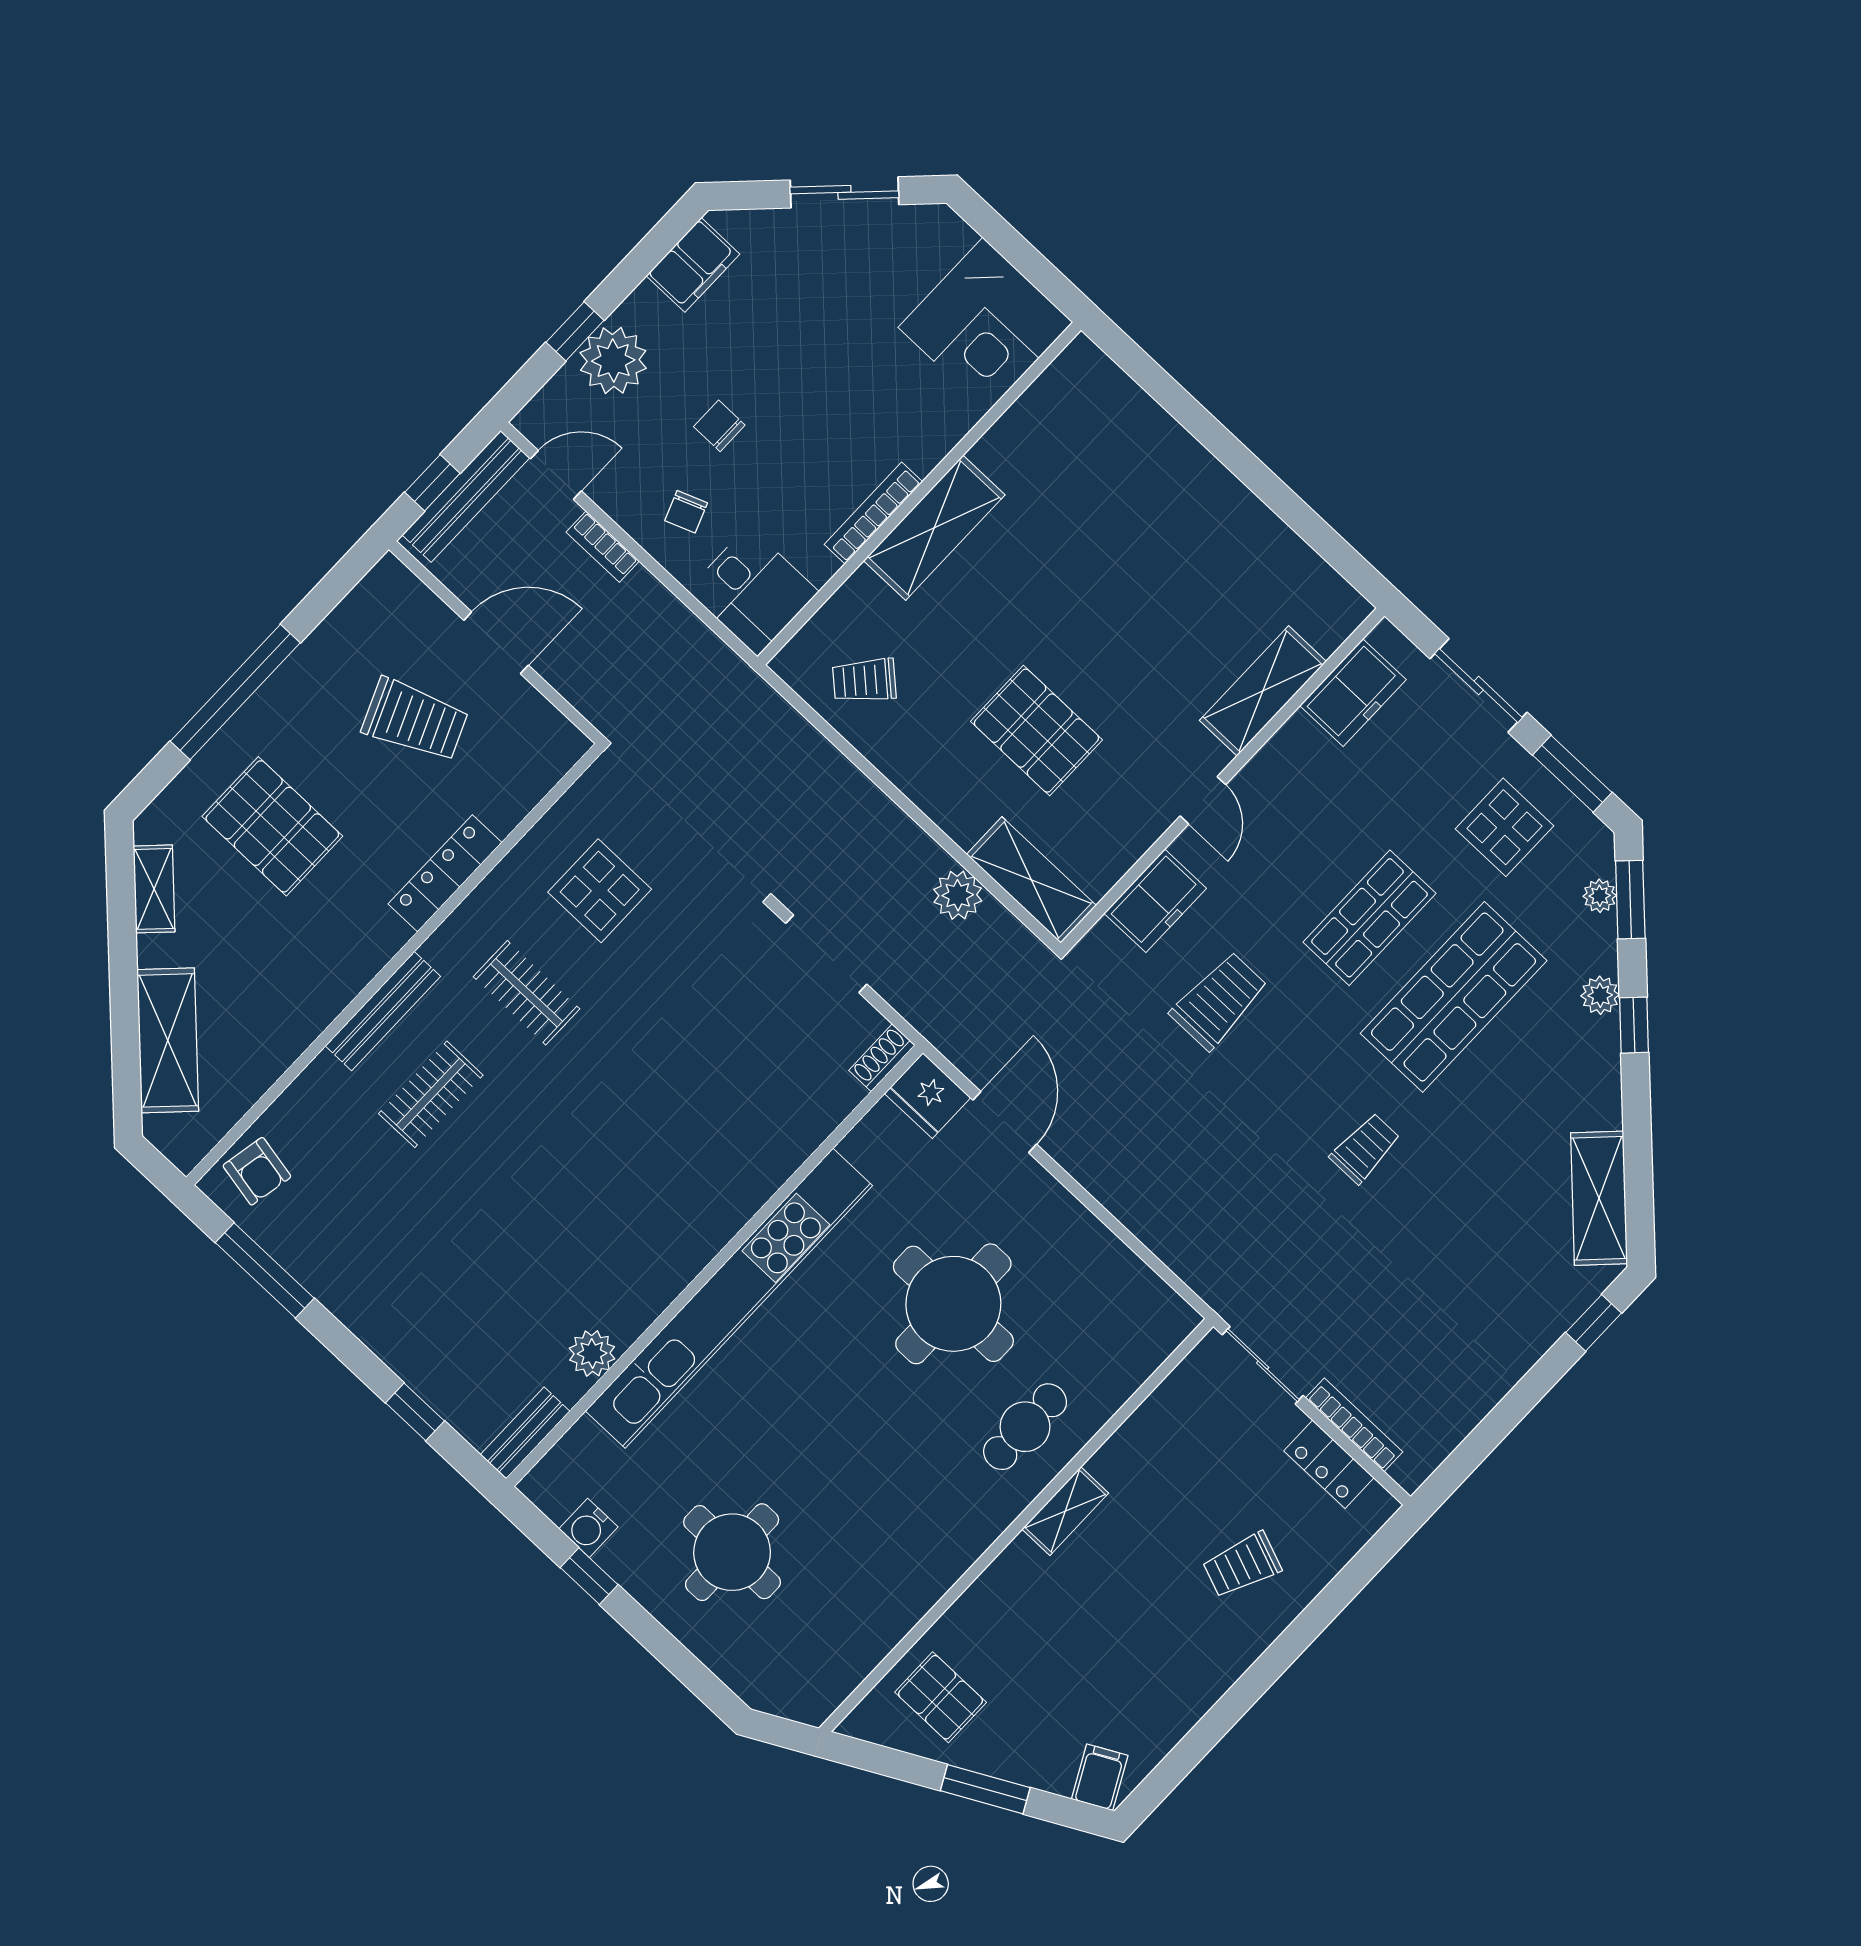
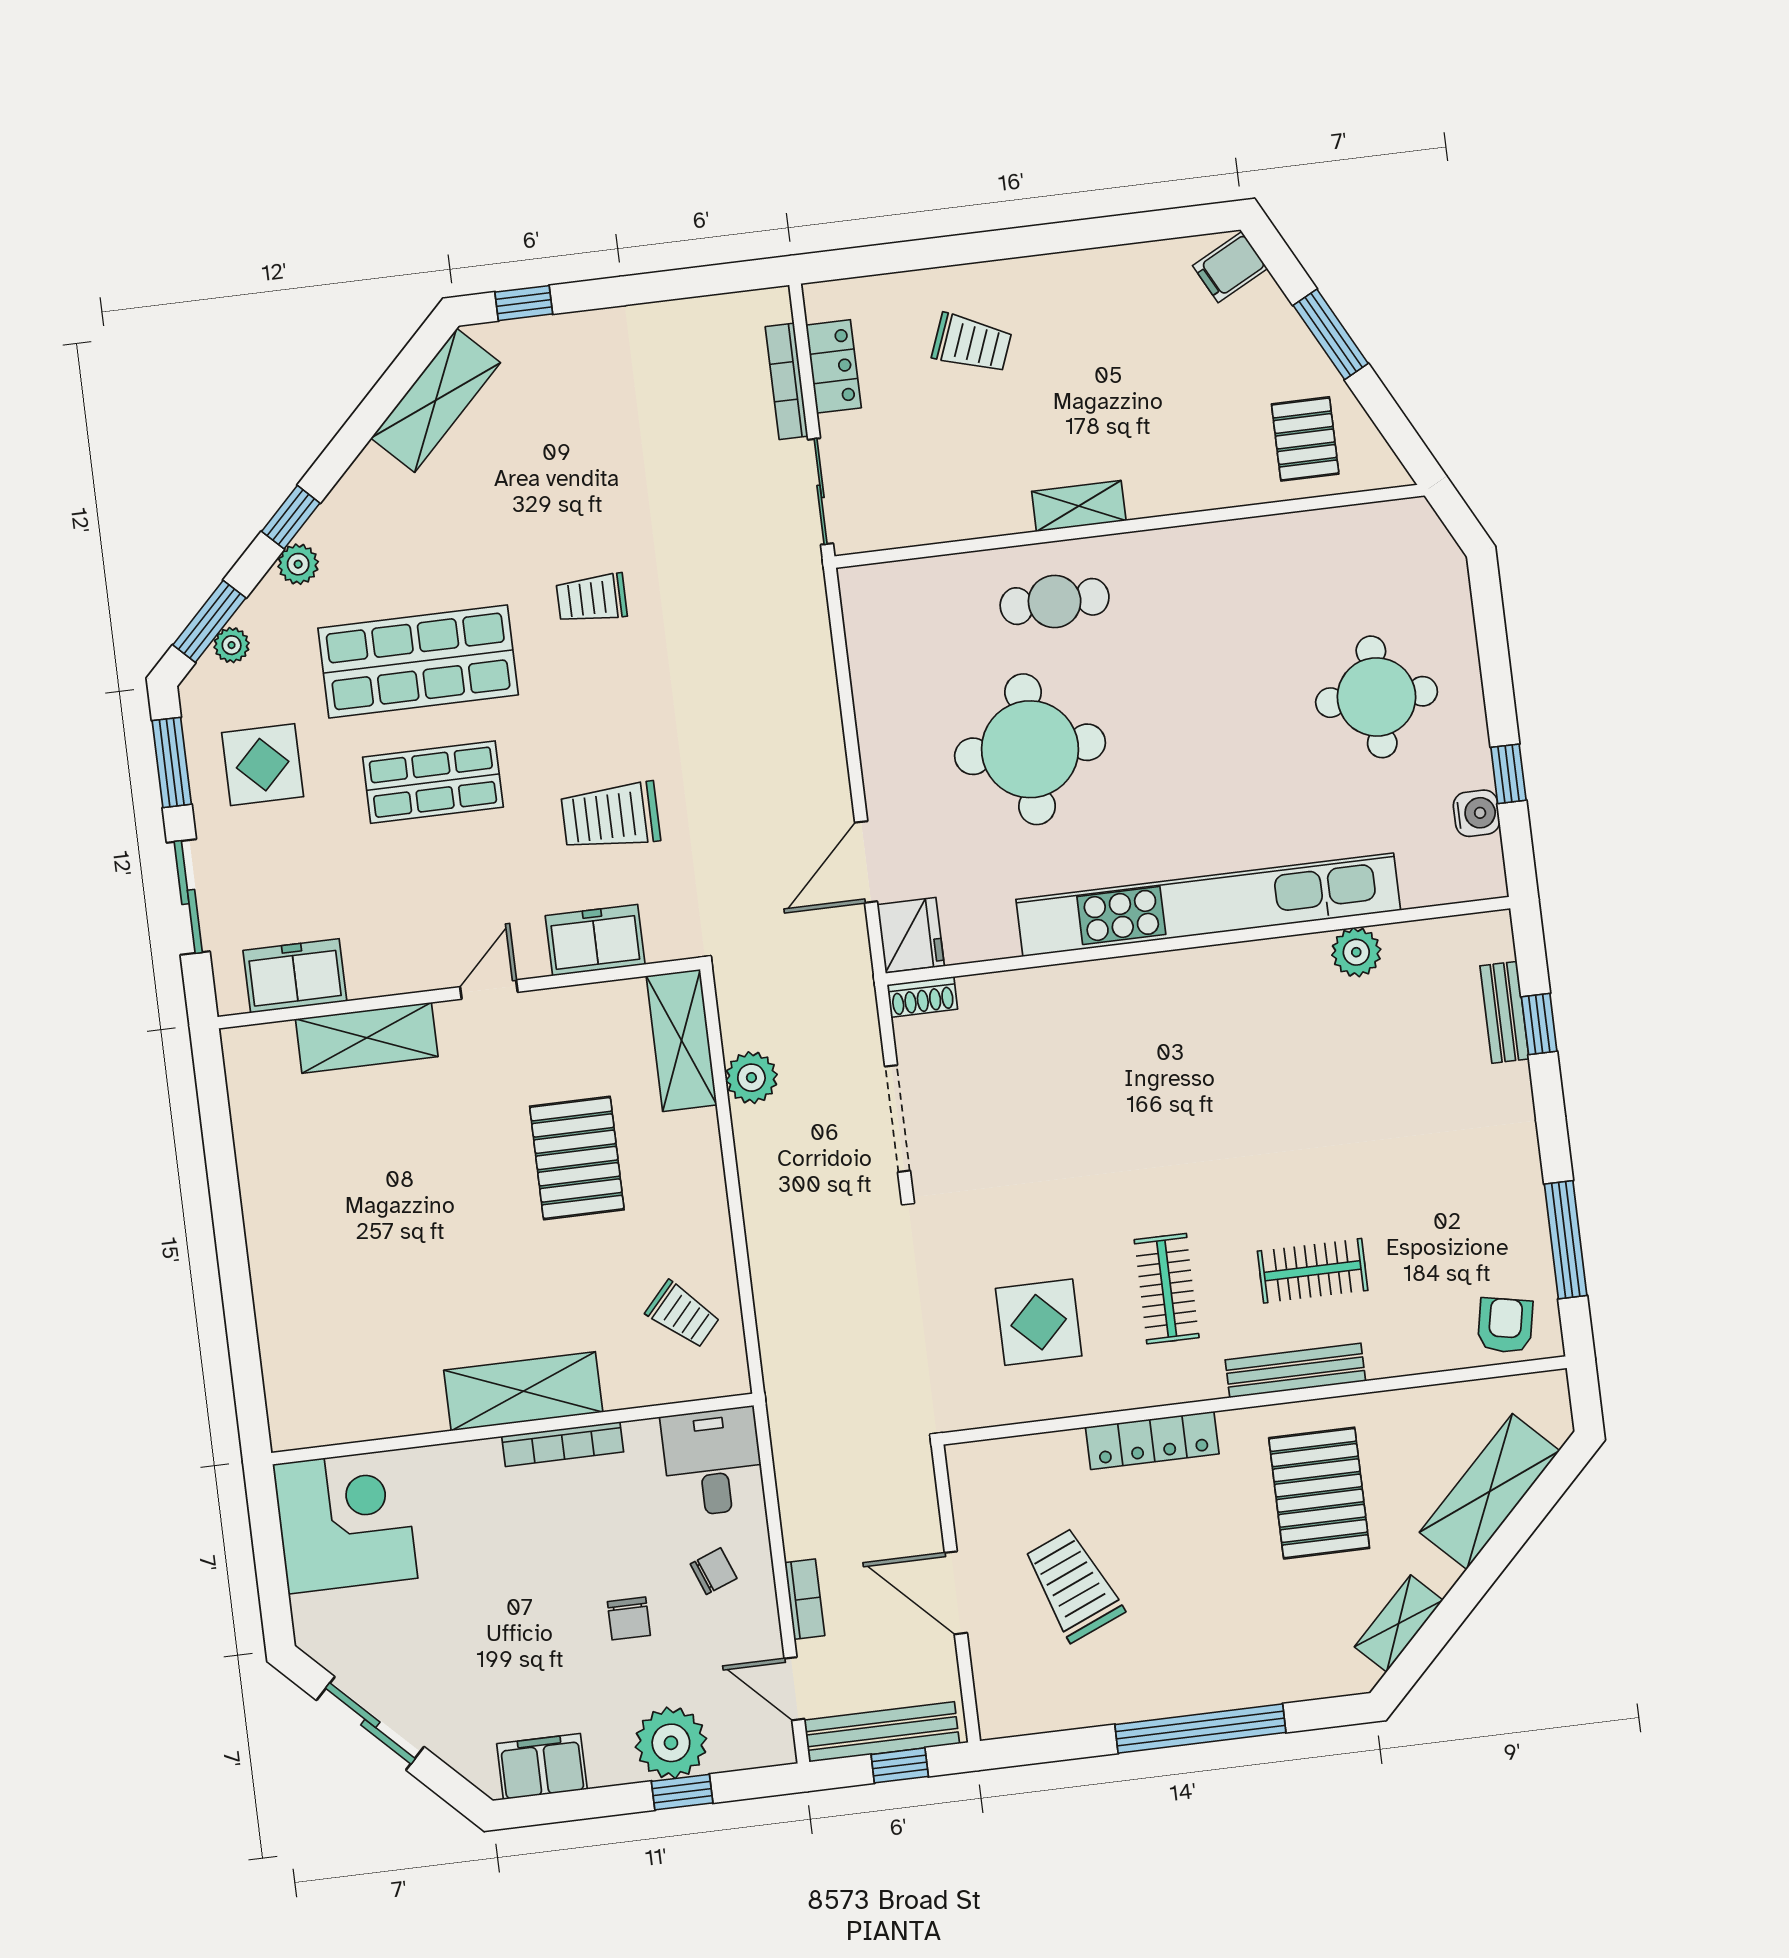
pallet: (272, 826) -> (1319, 1493), moved
bench: (525, 1433) -> (1504, 1012), moved, turned 90

